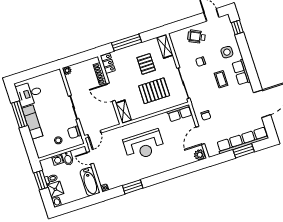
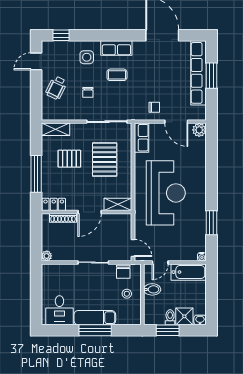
window: (19, 114) -> (95, 330), moved
reception desk: (144, 145) -> (166, 193), width x1.36, depth x1.30
washing machine: (57, 160) -> (150, 302), removed

